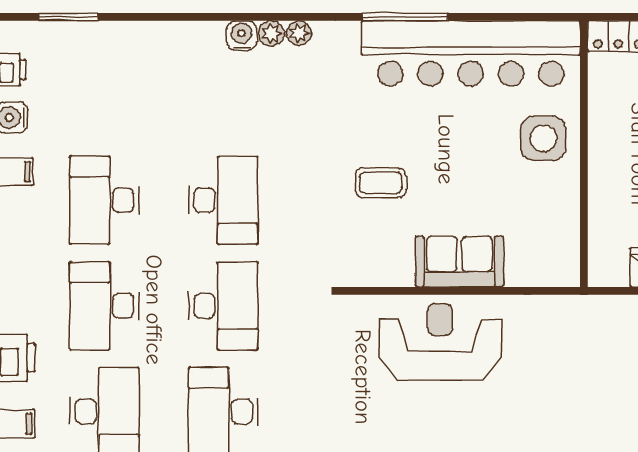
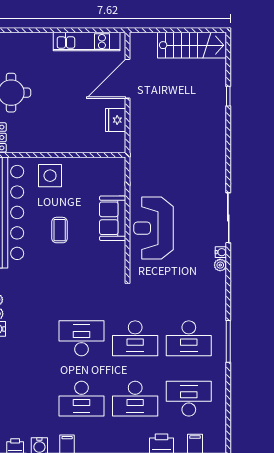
coffee table: (381, 183) -> (60, 230), moved
desk: (223, 306) -> (135, 338), turned 180

